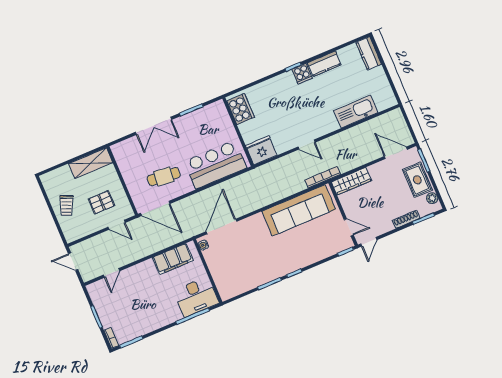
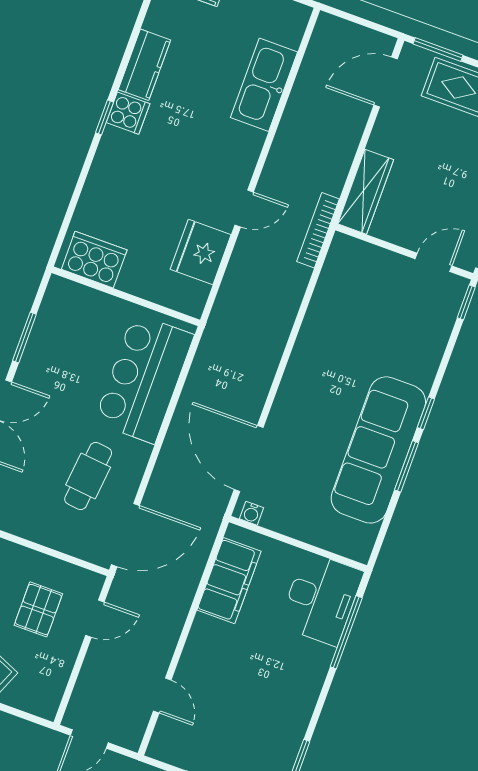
fridge: (261, 150) -> (201, 252), moved
sofa: (299, 210) -> (378, 450), moved, turned 180

